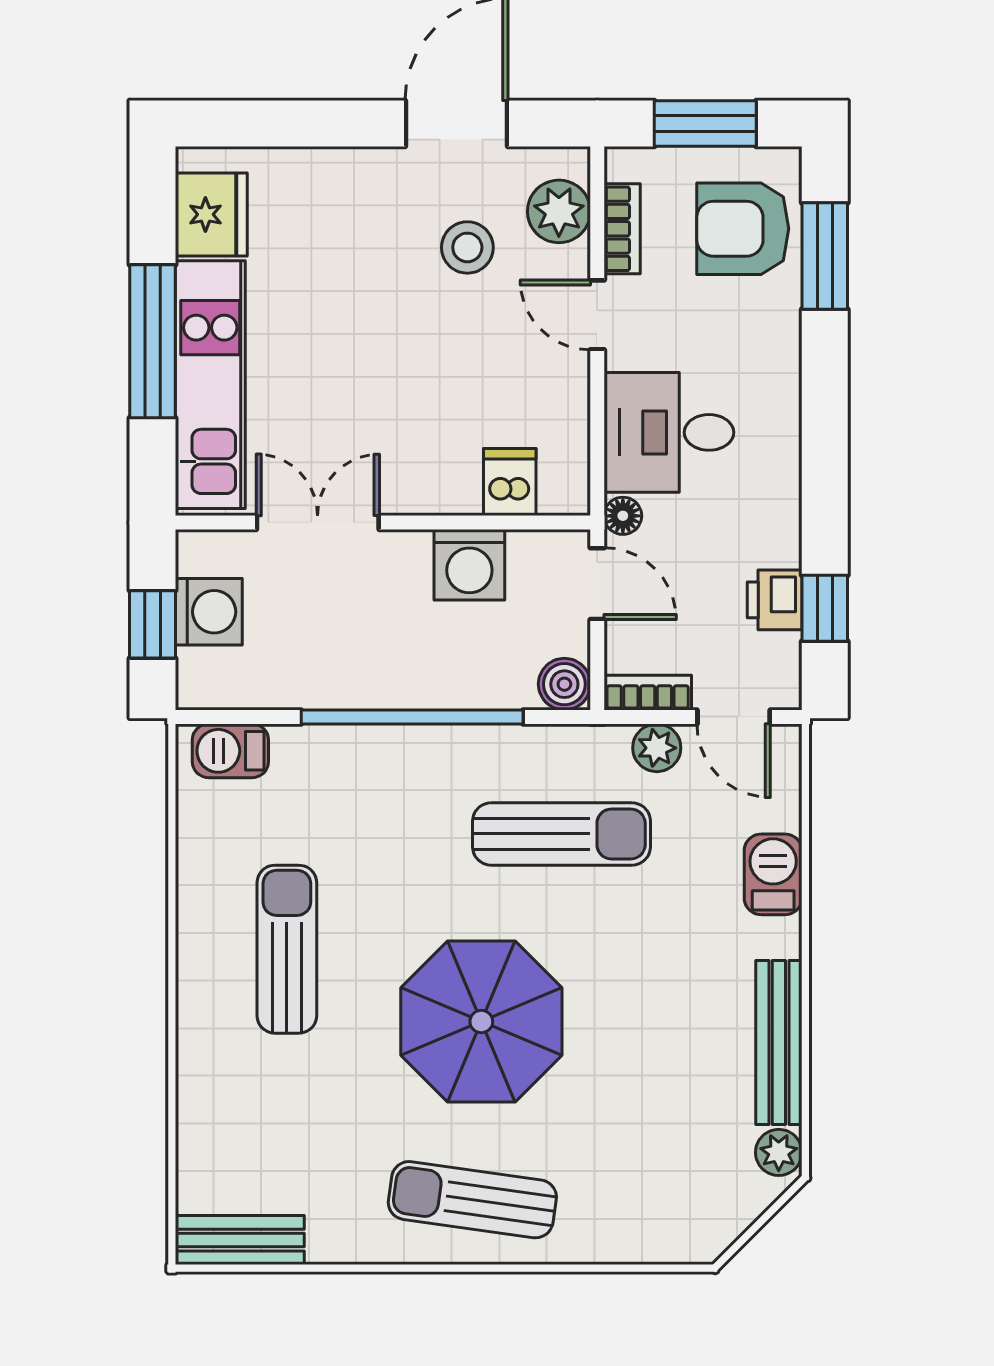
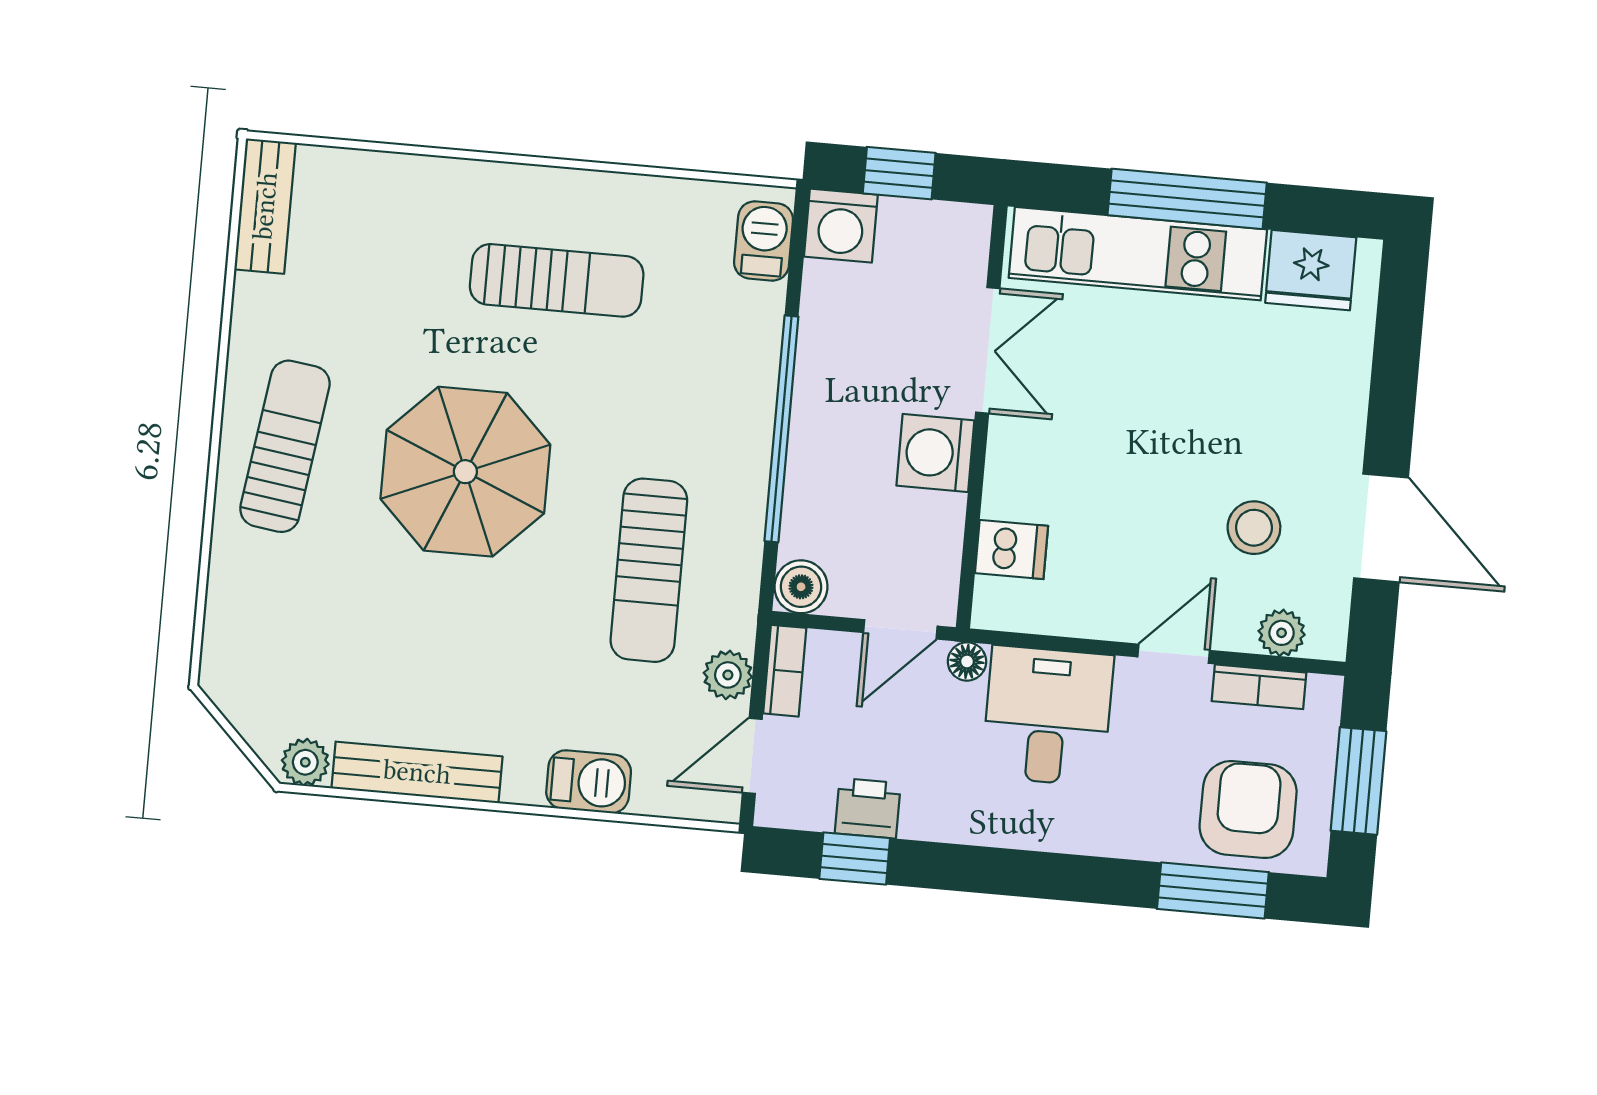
plant: (559, 211) -> (1282, 633), width x0.73, depth x0.73
washing machine: (469, 565) -> (935, 453), moved
washing machine: (209, 612) -> (841, 226), moved

